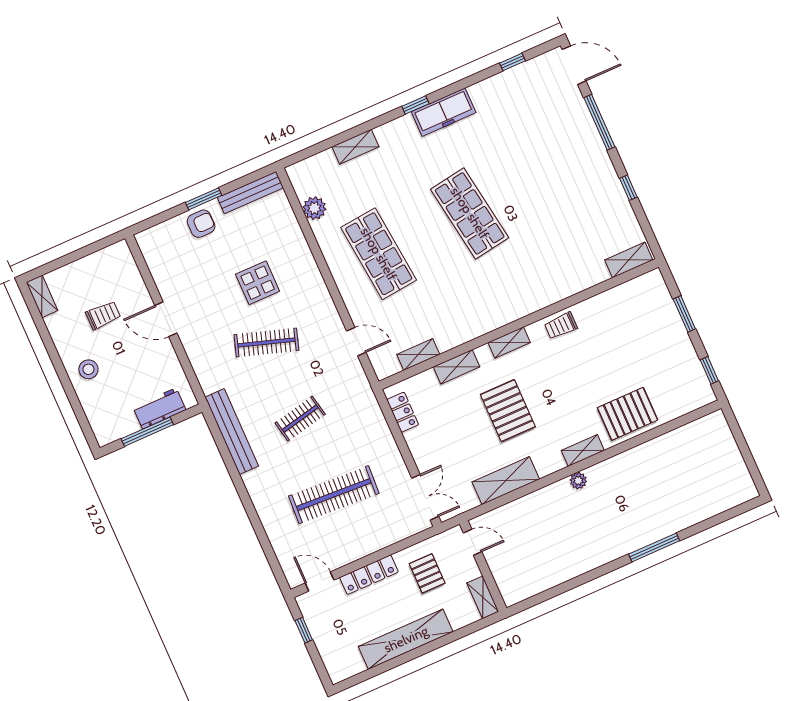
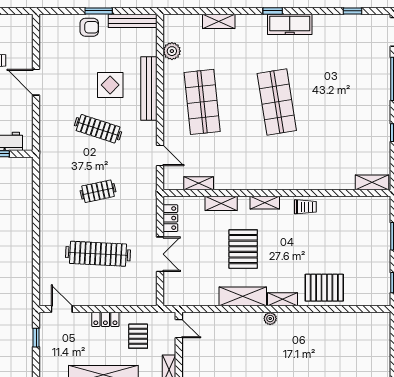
trolley: (561, 326) -> (305, 207), turned 180
bench: (232, 432) -> (149, 88), moved
shelving: (506, 481) -> (243, 296), moved
double door: (425, 497) -> (160, 254), moved
locker: (369, 575) -> (105, 319), width x0.66

